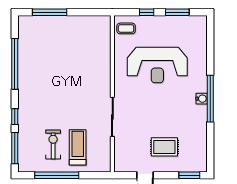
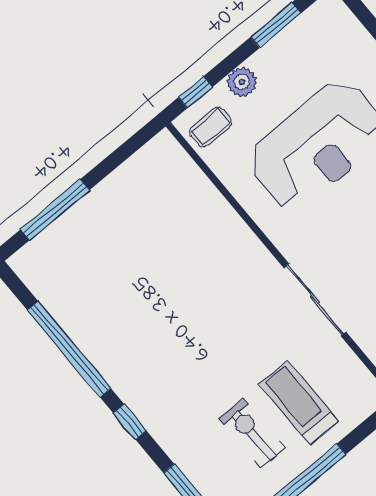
window: (147, 12) -> (195, 92), moved
plant: (150, 22) -> (242, 82), added
window: (15, 117) -> (130, 422), moved

